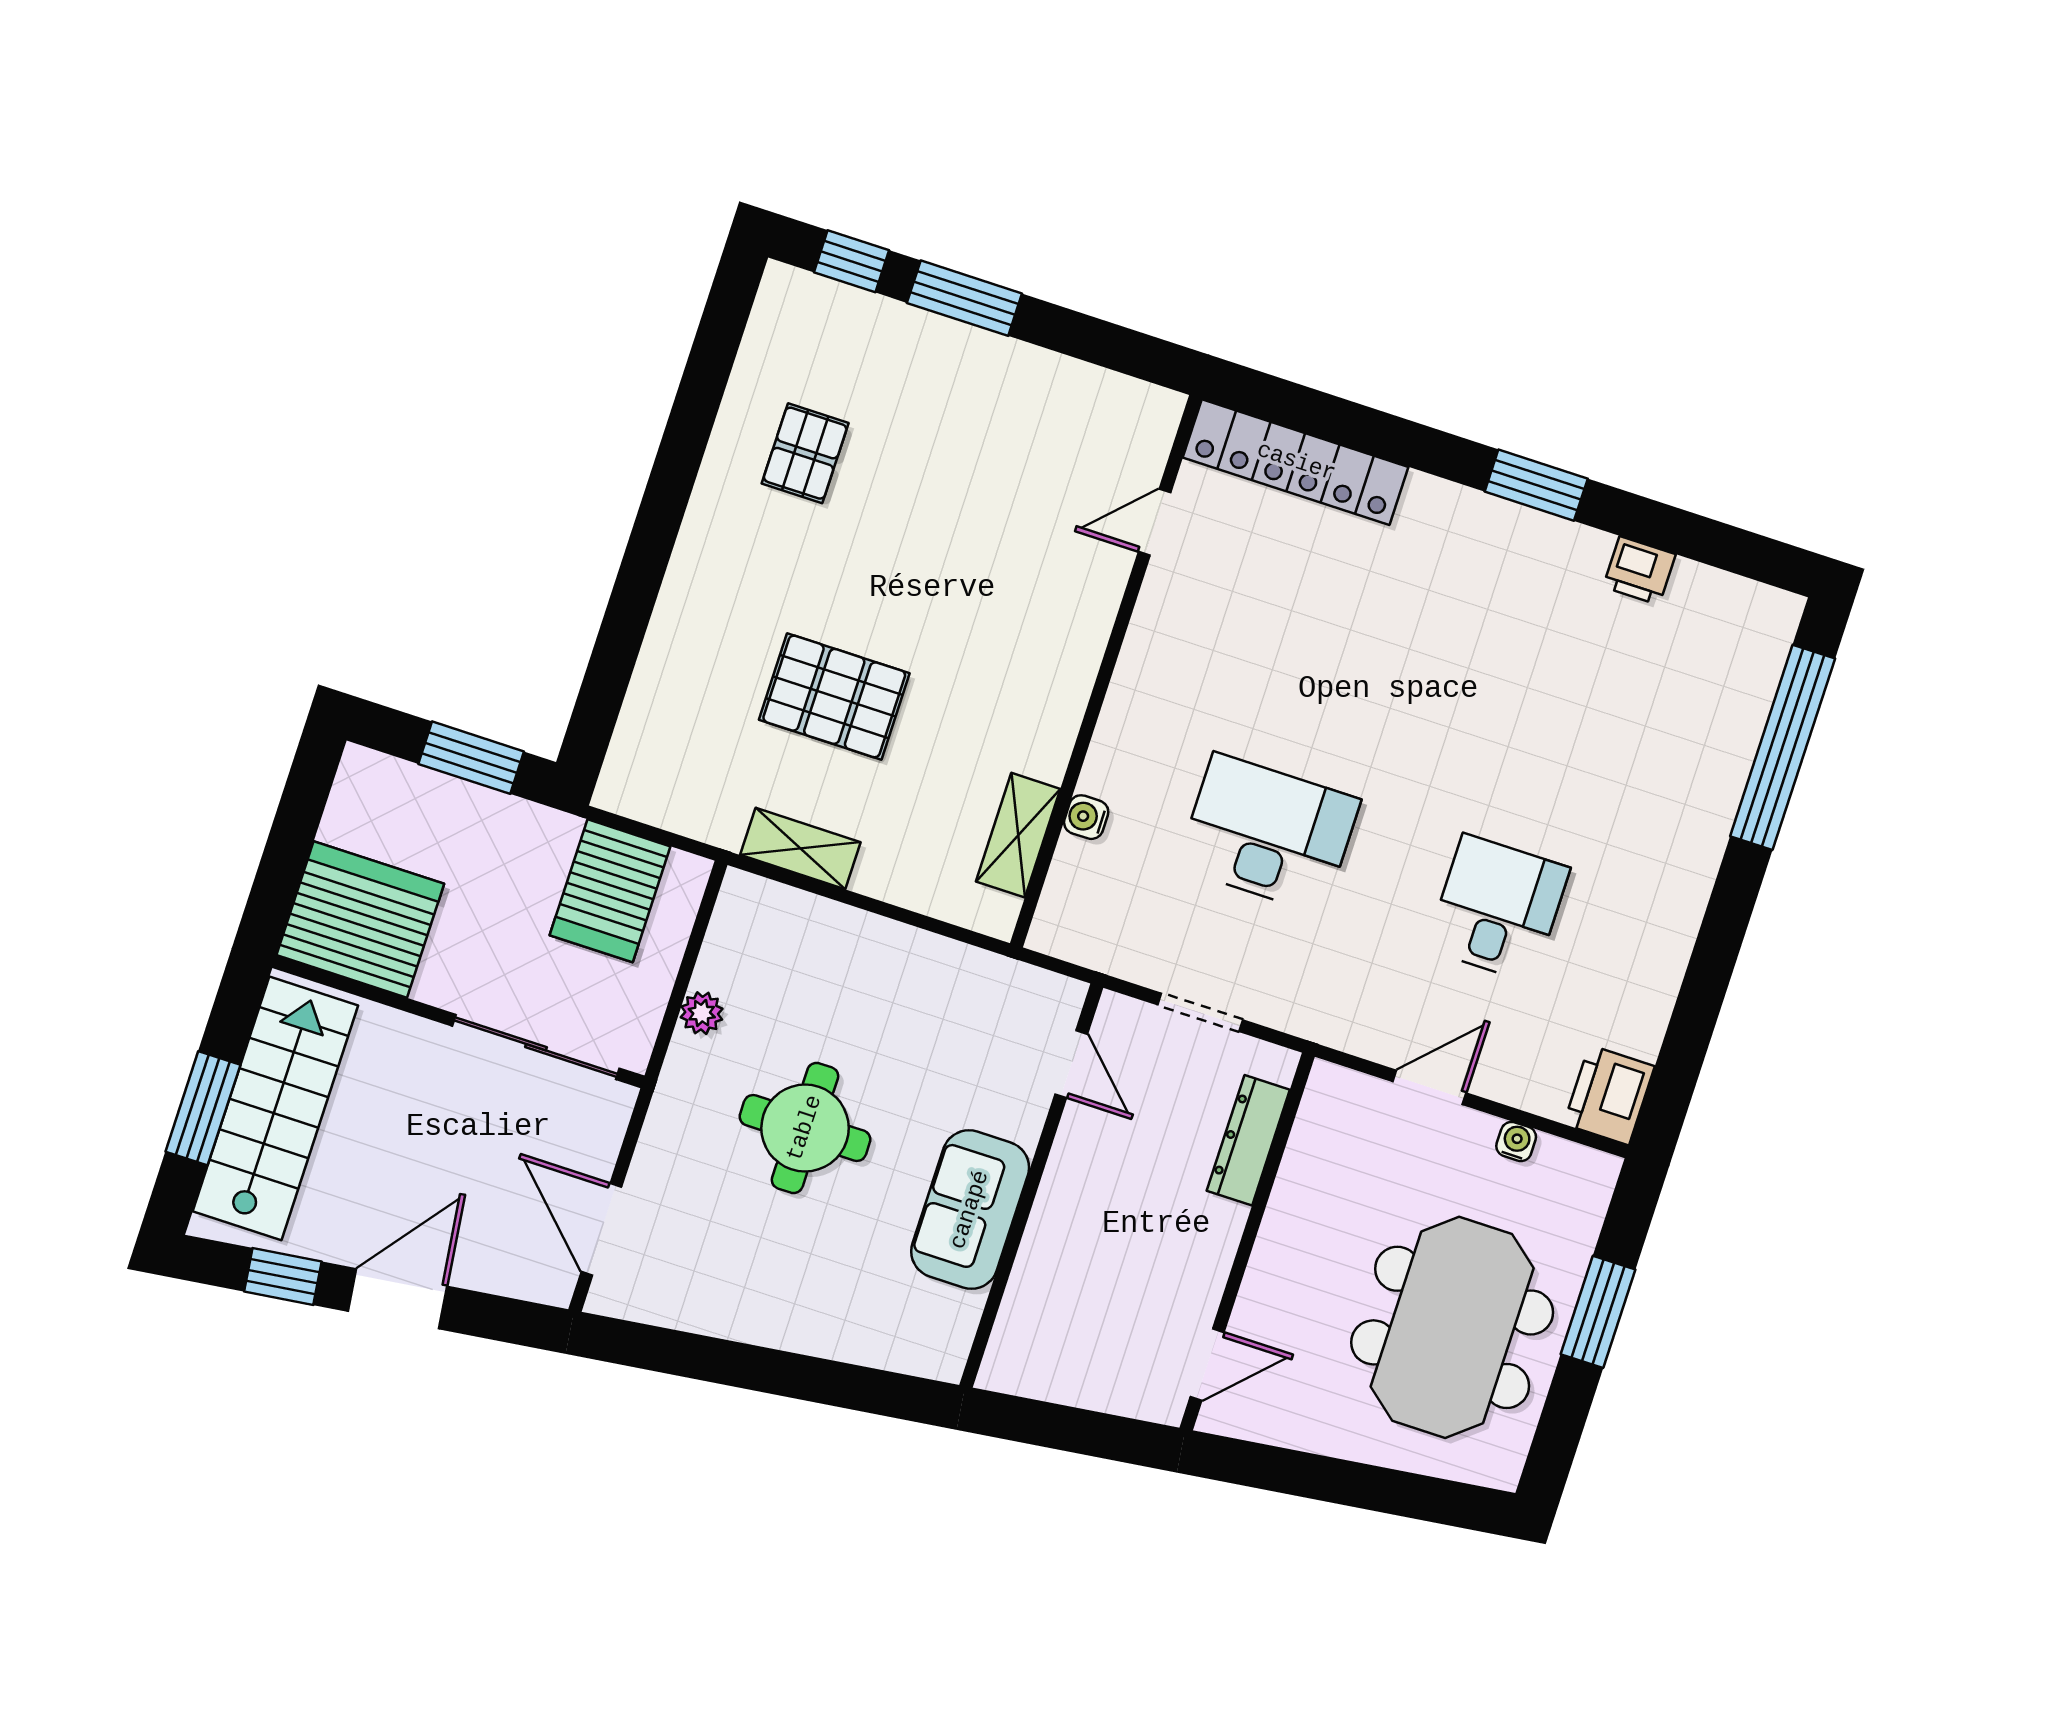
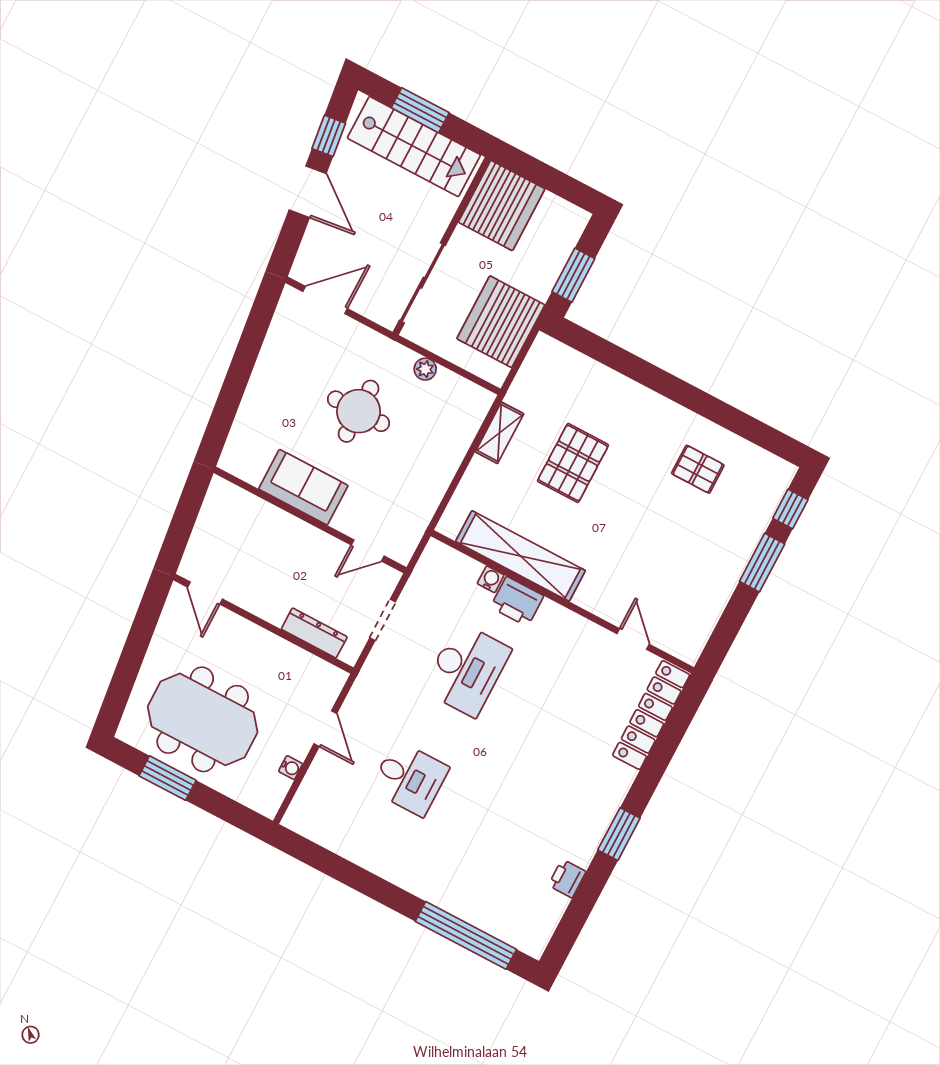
shelving: (1018, 835) -> (520, 556), width x2.20, depth x1.33
server rack: (610, 891) -> (501, 322), width x1.60
printer: (1609, 1095) -> (517, 602), moved, turned 180
window: (1598, 1312) -> (168, 778), moved

